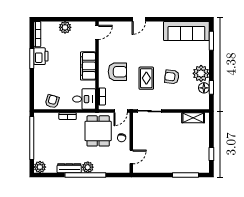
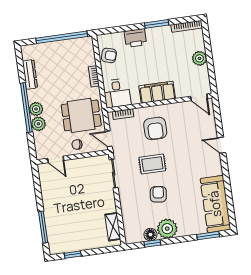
printer: (41, 56) -> (135, 38), moved
plant: (40, 167) -> (38, 124), moved
dresser: (69, 168) -> (30, 74), moved

